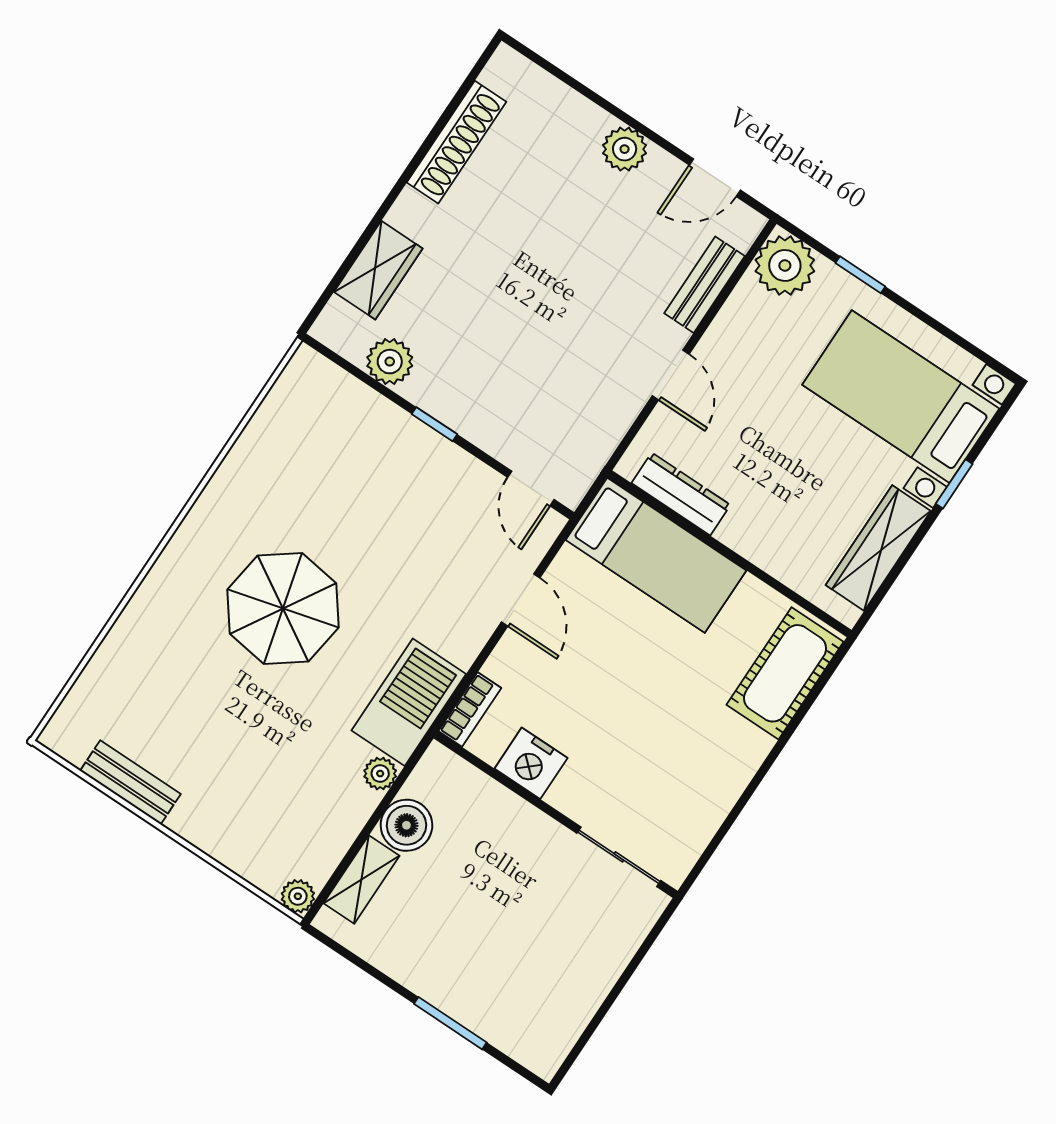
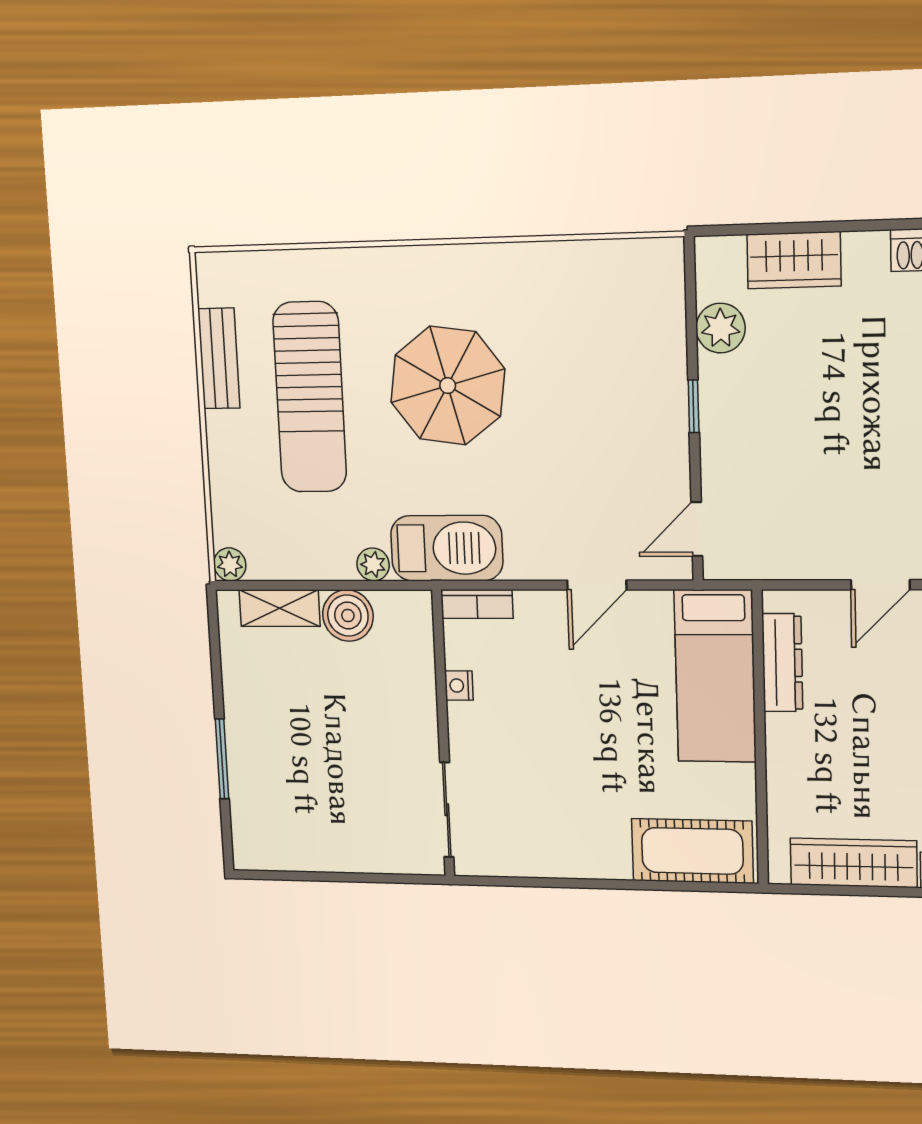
sun lounger: (213, 729) -> (310, 397), added
nightstand: (531, 763) -> (459, 686), width x0.53, depth x0.56

